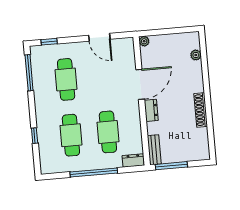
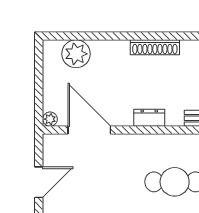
plant: (196, 55) -> (76, 54), width x1.87, depth x1.87
door: (140, 84) -> (89, 130), moved

